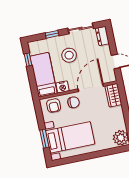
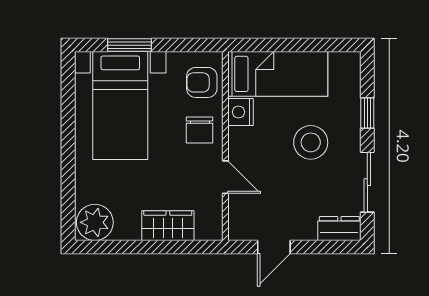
window: (28, 60) -> (320, 45), removed
door: (91, 88) -> (225, 177), width x0.53
wardrobe: (113, 95) -> (168, 226), moved

